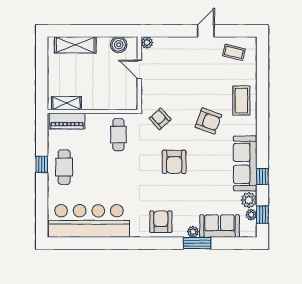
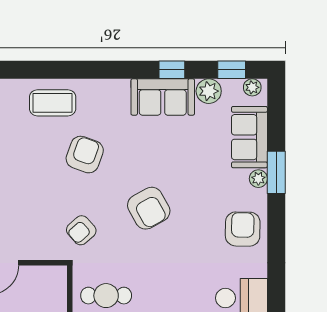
armchair: (174, 162) -> (149, 208), turned 61
sofa: (245, 163) -> (163, 97), width x0.73
plant: (251, 215) -> (252, 87), moved
armchair: (161, 222) -> (243, 229), turned 91

